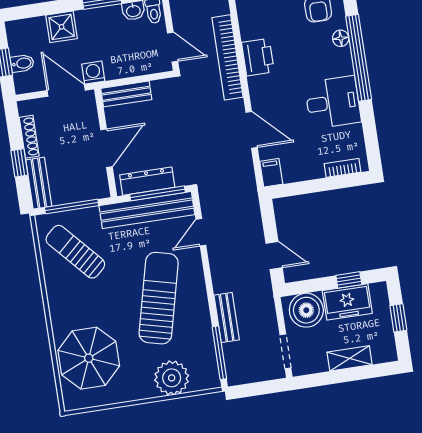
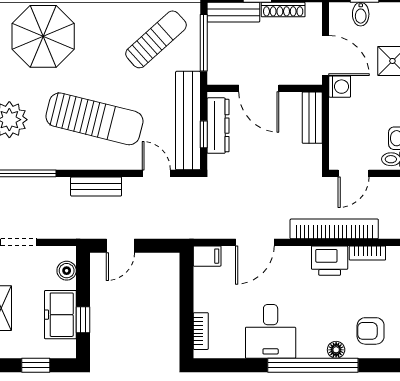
bookcase: (245, 23) -> (367, 253), added
door: (66, 90) -> (326, 56), hinge flipped
window: (158, 193) -> (204, 134), width x0.46
boiler: (306, 310) -> (67, 271), width x0.54, depth x0.54
bench: (227, 318) -> (96, 186), moved

